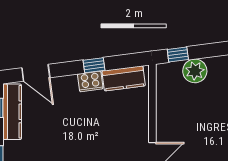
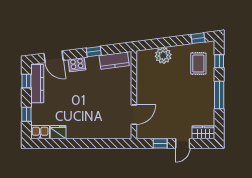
window: (178, 54) -> (152, 44), removed
cooker: (90, 81) -> (77, 65), moved

